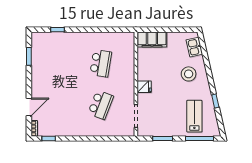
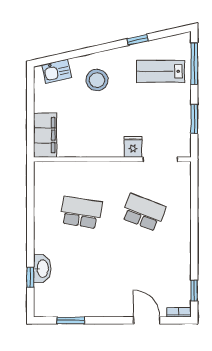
washbasin: (63, 38) -> (42, 269), added
fridge: (144, 87) -> (133, 147), moved

